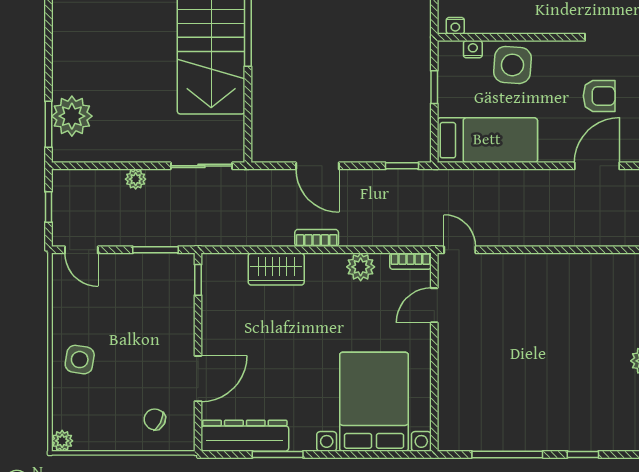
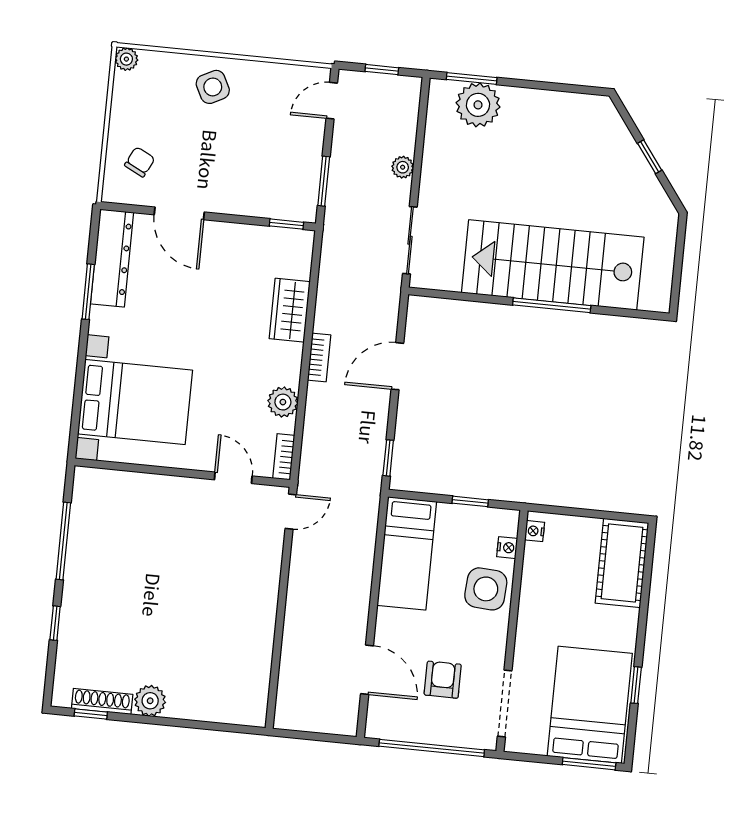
armchair: (599, 96) -> (443, 680), turned 180
side table: (80, 360) -> (213, 87), turned -36

